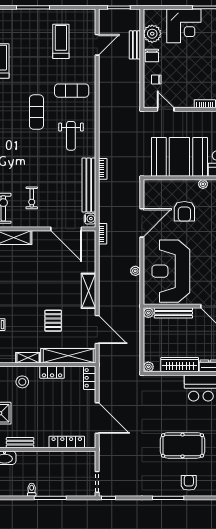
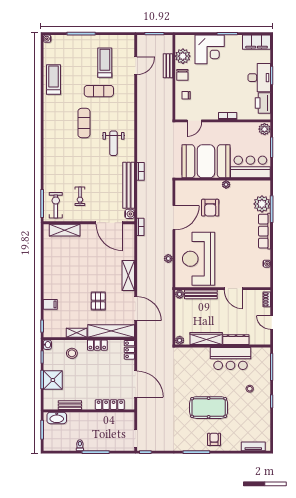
exercise mat: (72, 91) -> (99, 91), moved
door: (166, 109) -> (194, 121), swing flipped

